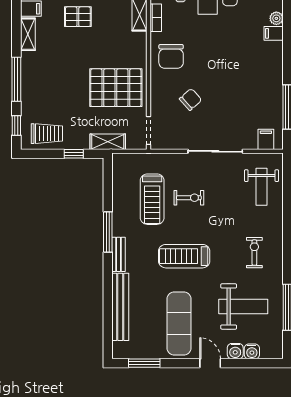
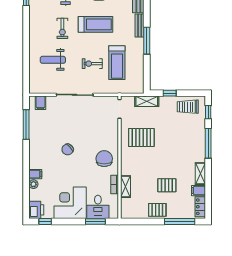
pallet: (116, 88) -> (141, 138), width x0.73, depth x0.71
chair: (191, 99) -> (68, 149), moved
weight bench: (262, 187) -> (53, 60), moved, turned -90
treadmill: (152, 199) -> (117, 63), turned 180
exercise bike: (254, 253) -> (62, 28), moved

